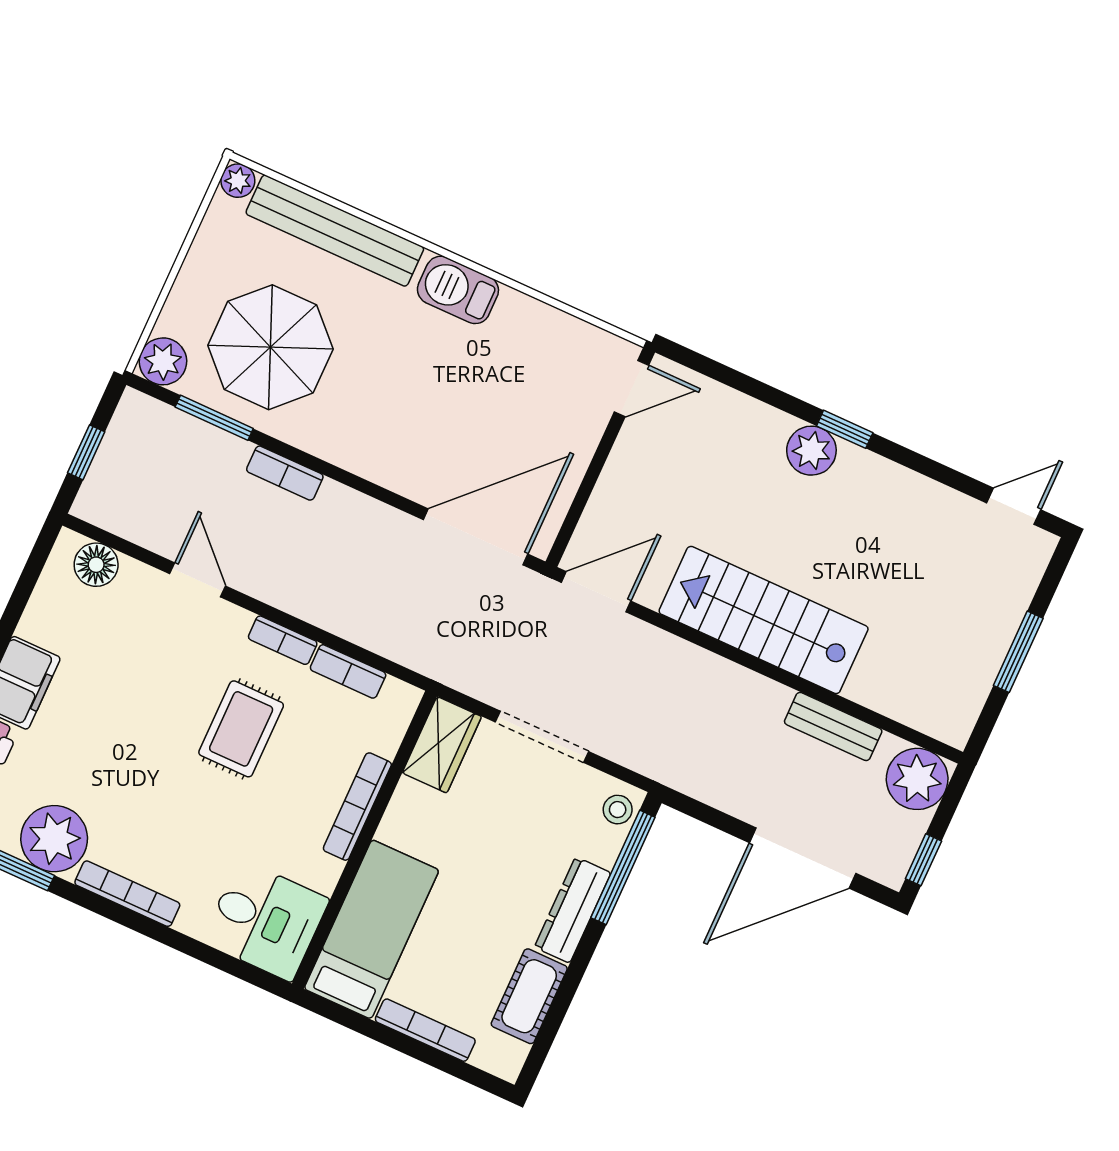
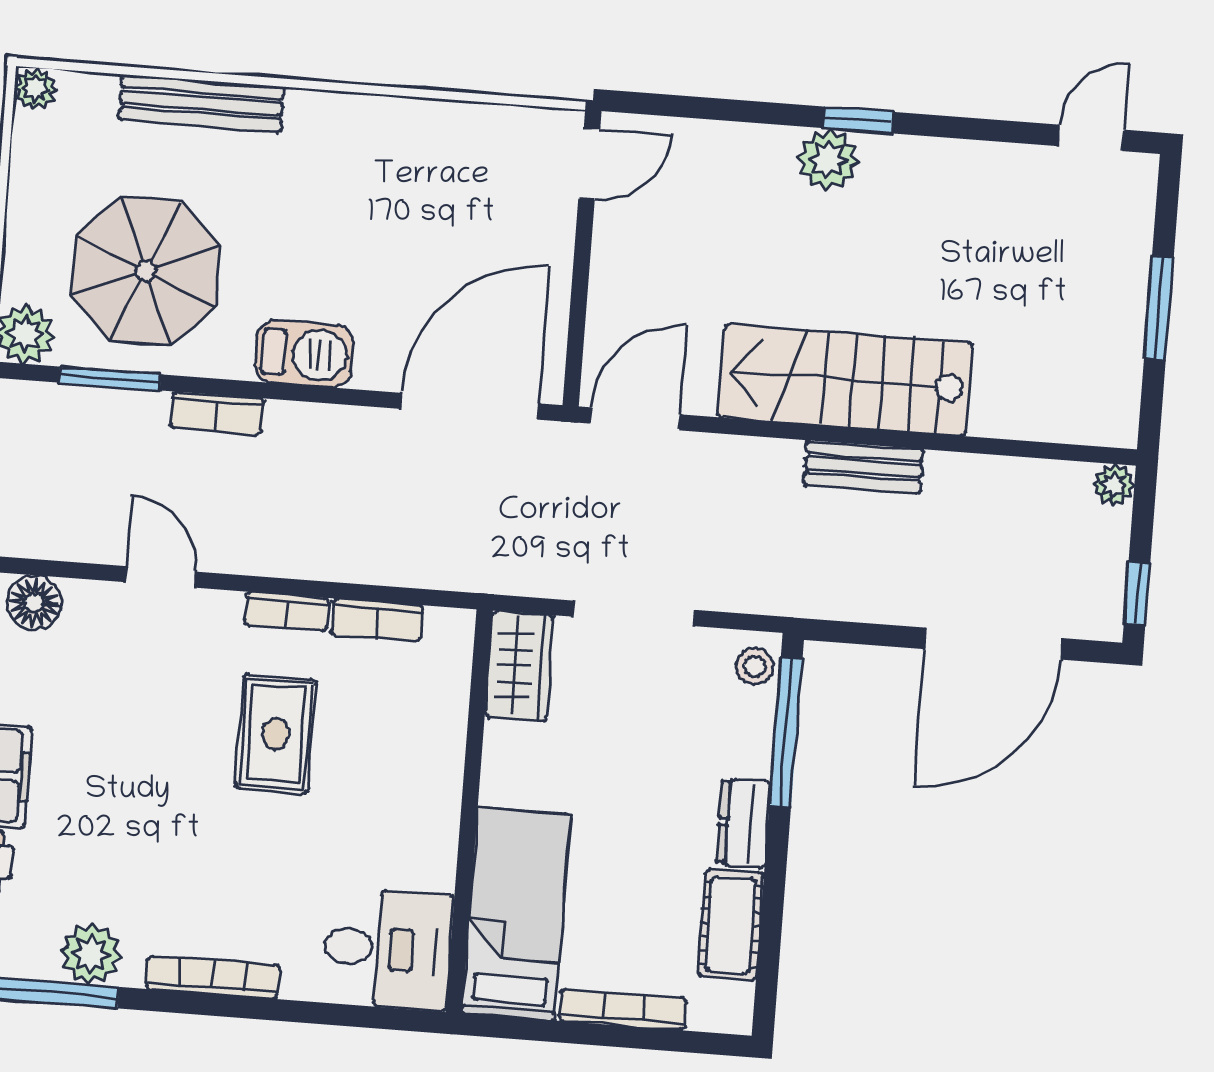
bench: (335, 231) -> (202, 103), width x0.73, depth x0.82
barbecue: (458, 290) -> (305, 354), moved, turned 180
bench: (833, 726) -> (863, 467), moved
plant: (917, 779) -> (1114, 484), width x0.53, depth x0.53
bookcase: (357, 807) -> (446, 775), removed
plant: (54, 839) -> (91, 954), width x0.73, depth x0.73
dresser: (573, 910) -> (743, 823), width x0.70

